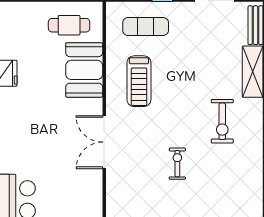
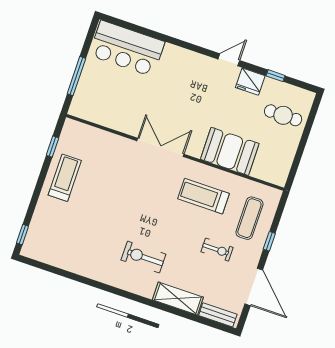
cafe table: (69, 25) -> (283, 115), moved, turned 90
exercise bike: (177, 164) -> (217, 250), moved

